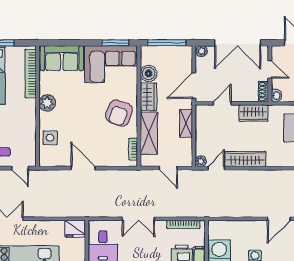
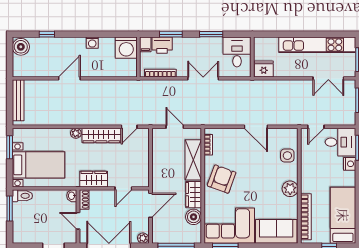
shelving: (186, 123) -> (158, 169), removed
plant: (201, 161) -> (76, 133), moved
door: (20, 168) -> (316, 127), swing flipped

